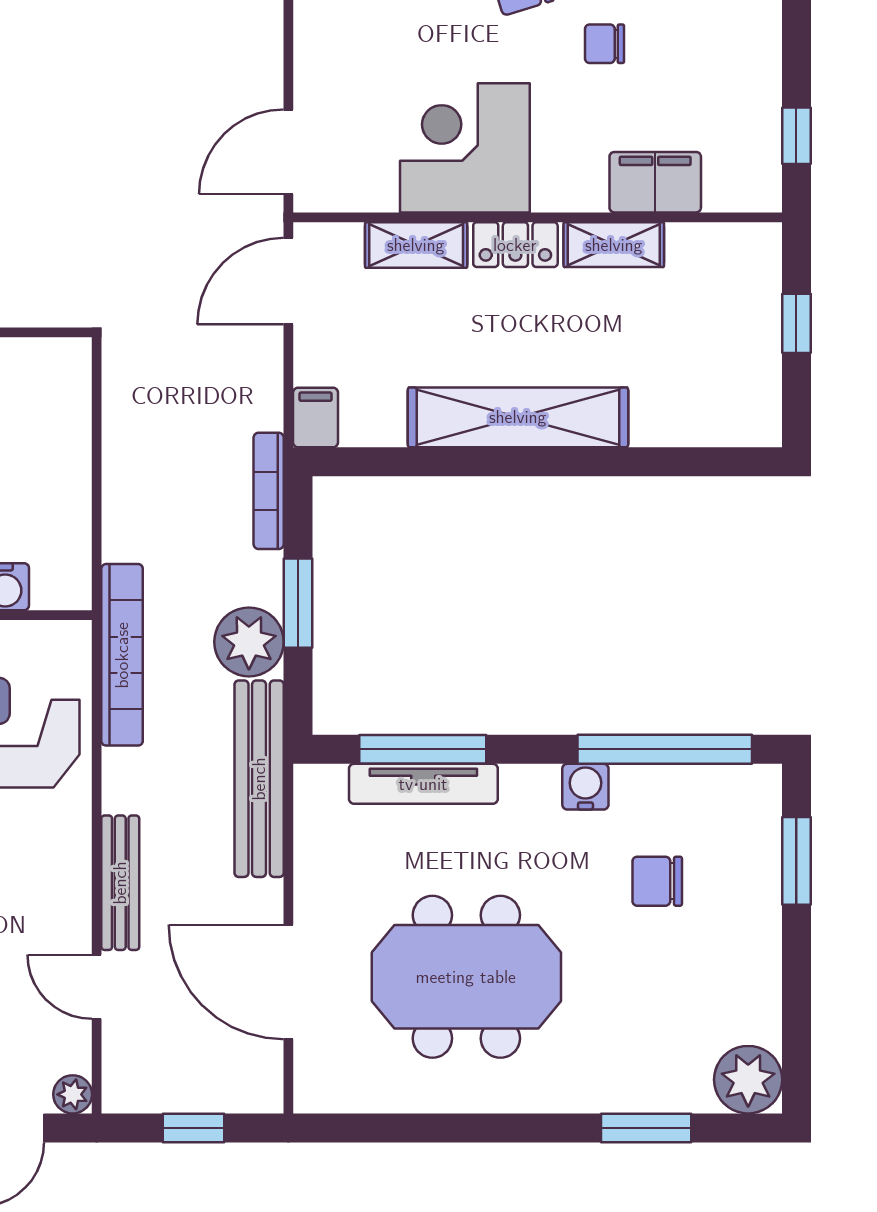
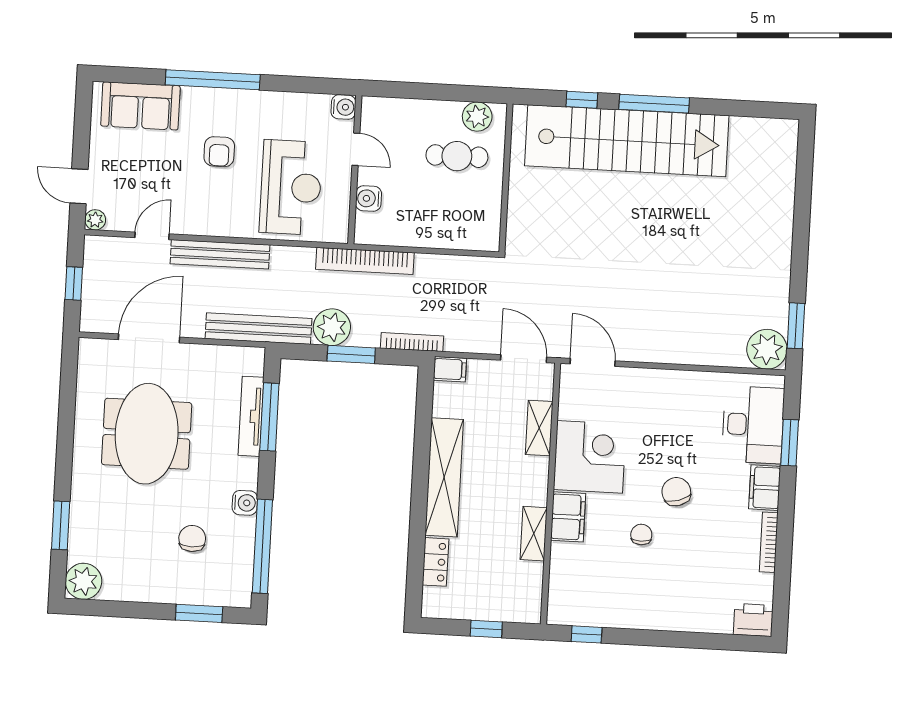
filing cabinet: (655, 182) -> (568, 517), moved
locker: (515, 245) -> (436, 562), moved, turned 180
bookcase: (122, 655) -> (365, 261), moved
bench: (120, 883) -> (220, 254), width x1.37, depth x1.21

